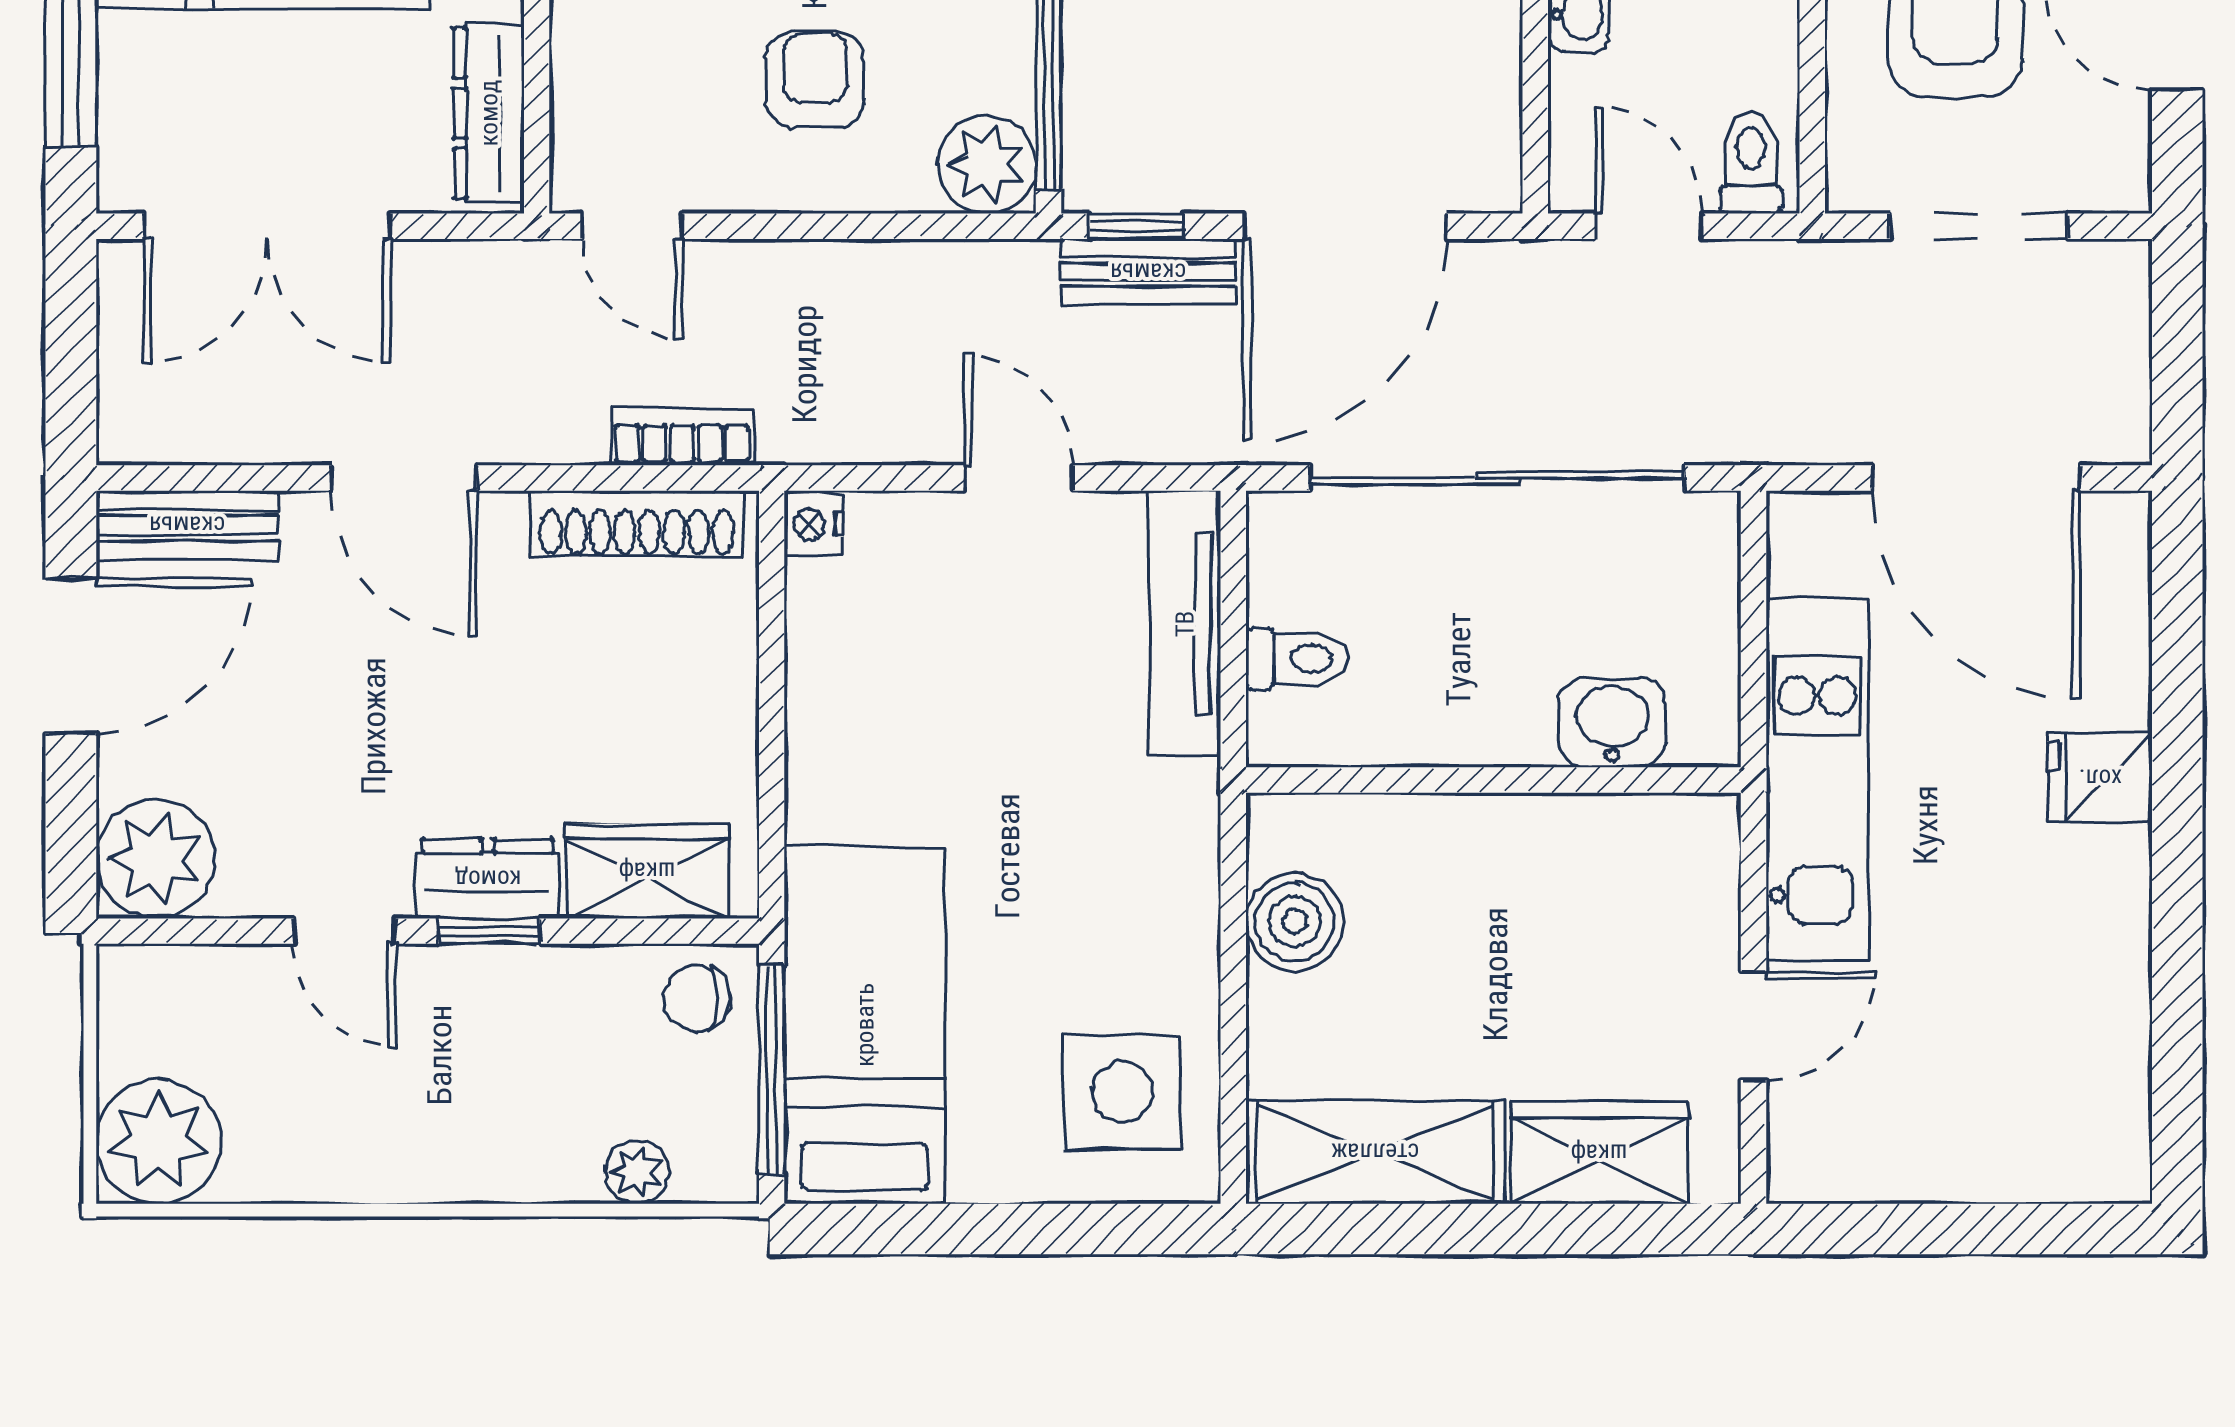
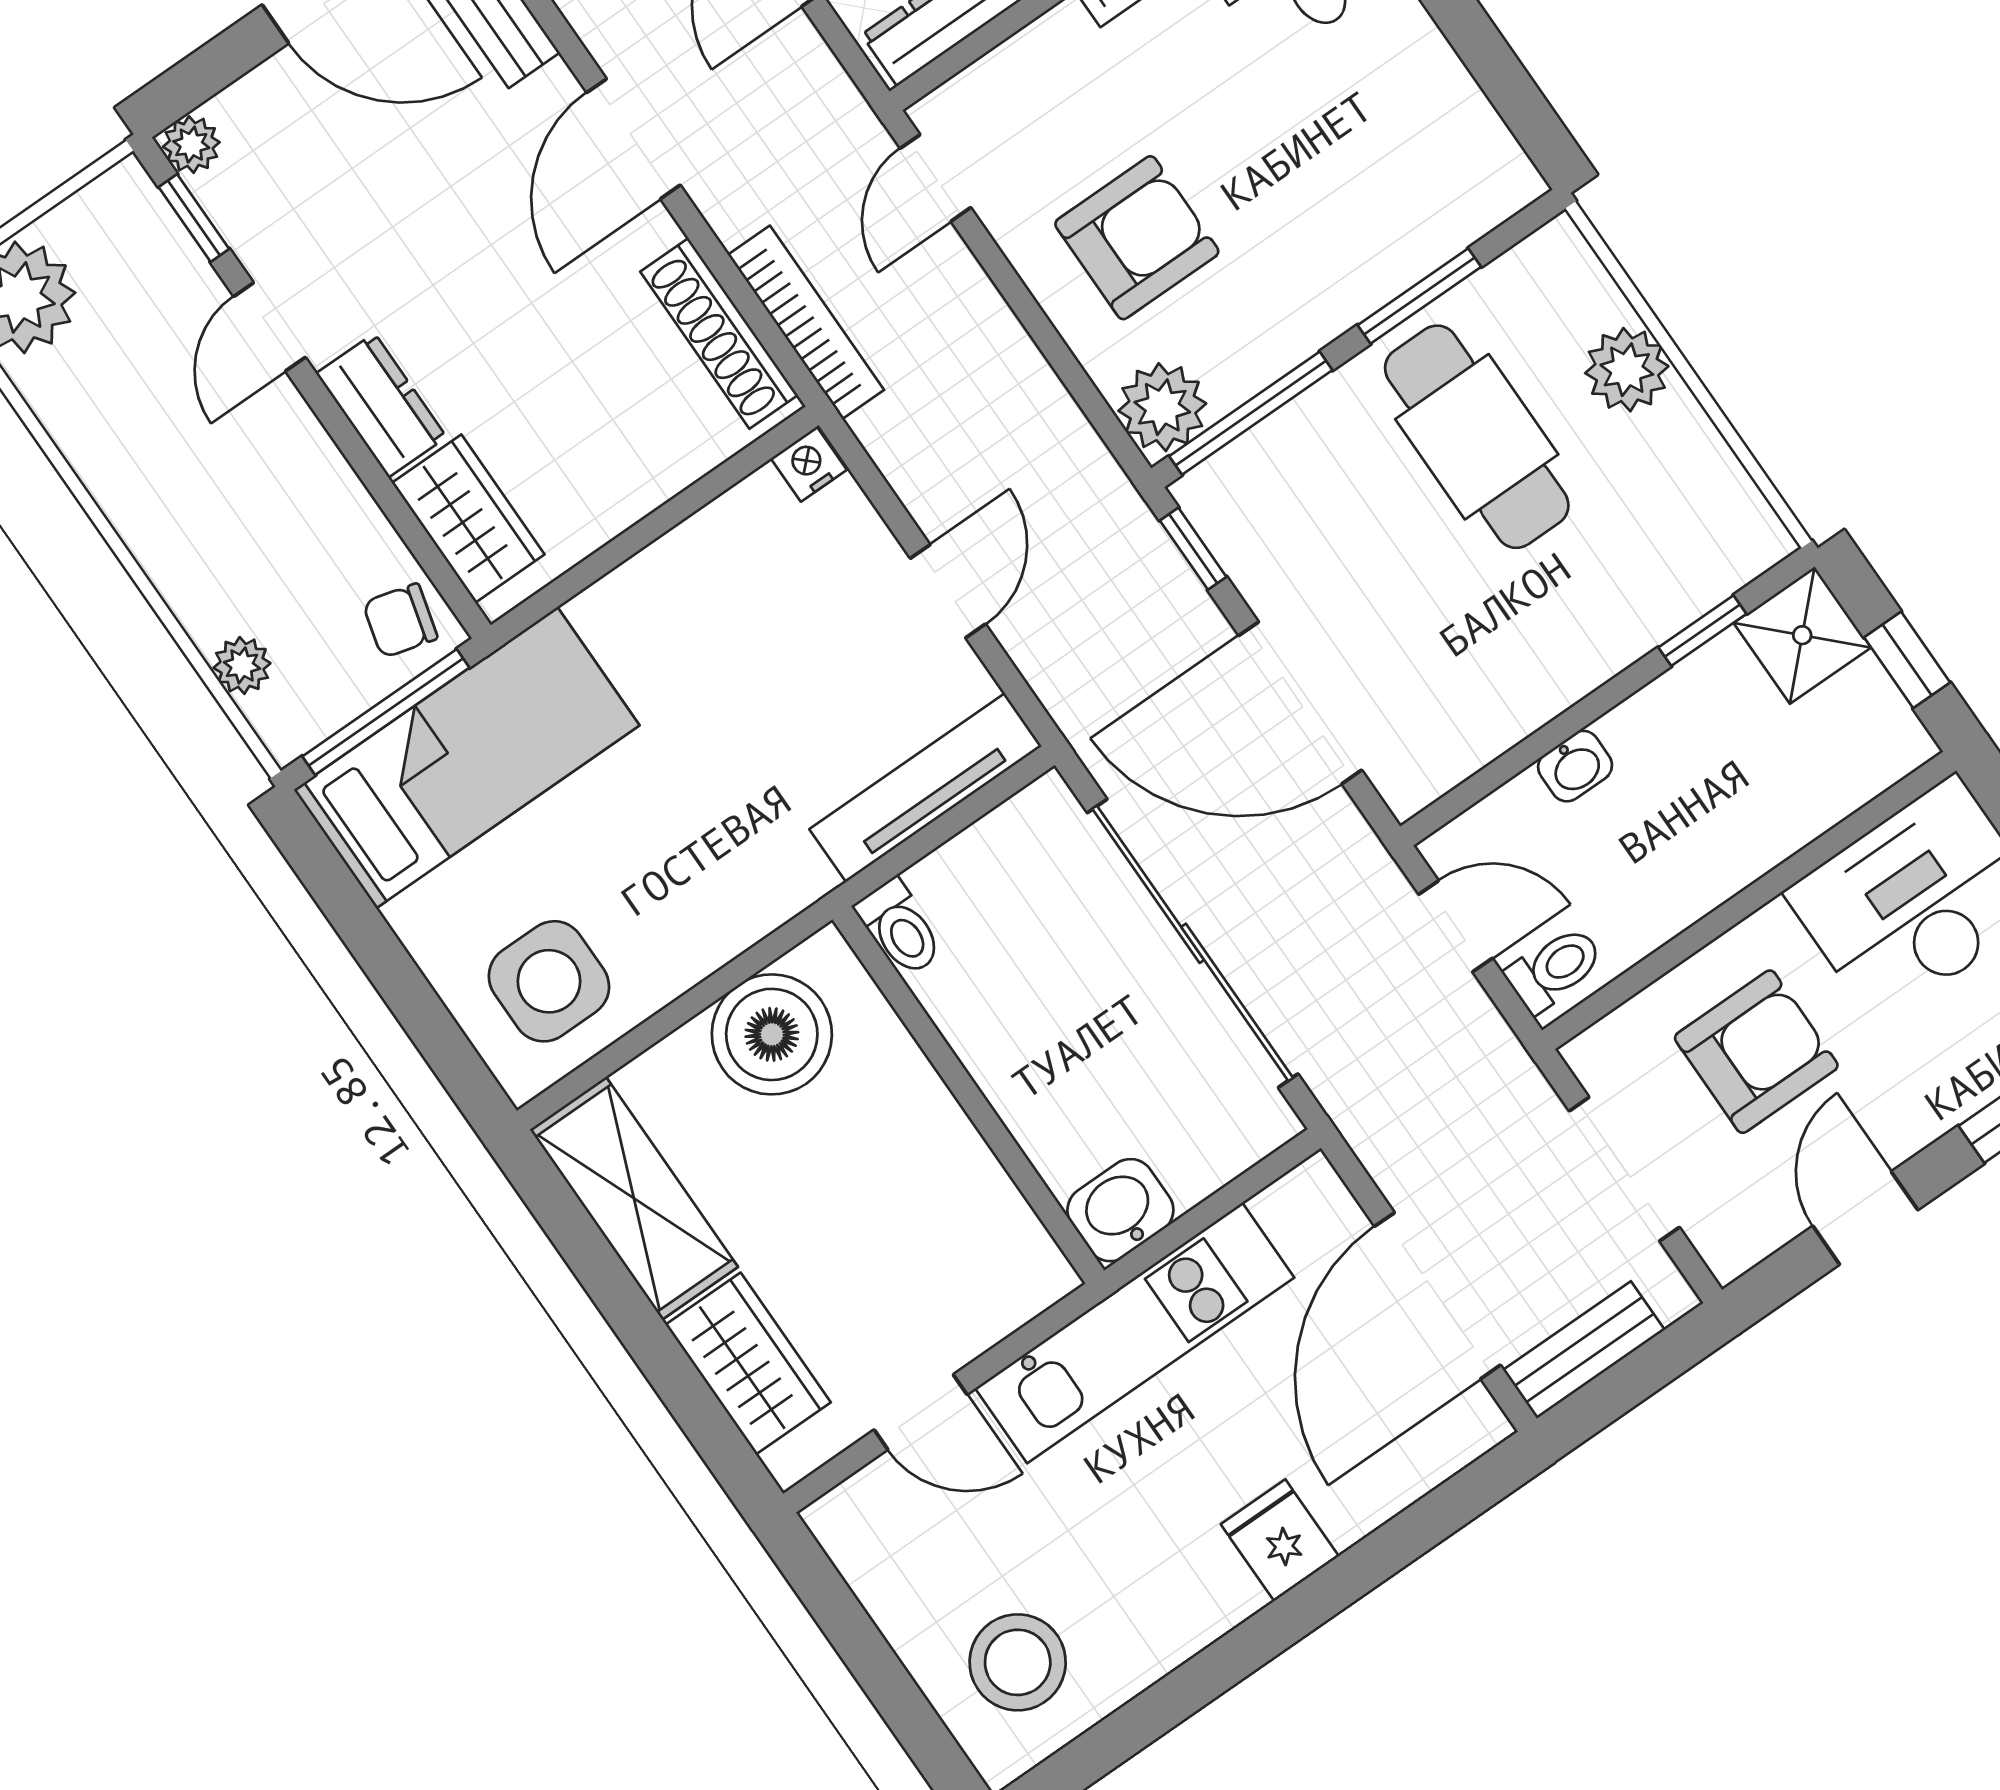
armchair: (815, 80) -> (1137, 238), width x1.38, depth x1.38
door: (1649, 226) -> (1456, 926), hinge flipped
bench: (1148, 272) -> (1584, 1350), moved, turned 90
bookcase: (682, 437) -> (806, 322), width x1.56
toilet: (1297, 659) -> (900, 928), moved
washbasin: (1612, 722) -> (1120, 1210), moved, turned -90
plant: (156, 859) -> (191, 145), width x0.53, depth x0.53
boiler: (1295, 922) -> (772, 1034), width x1.37, depth x1.37
window: (489, 931) -> (194, 218), moved
chair: (697, 999) -> (400, 621), turned -75
stool: (2045, 1096) -> (1018, 1662), added

